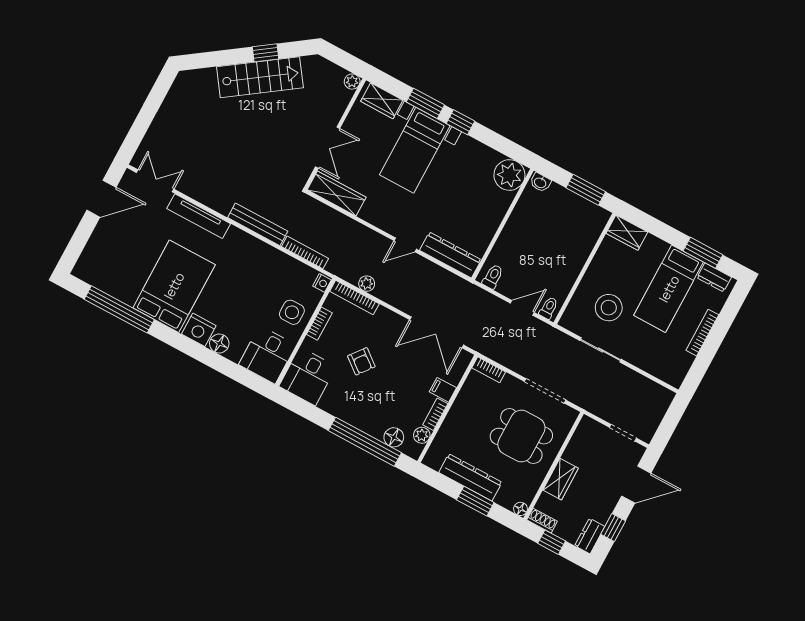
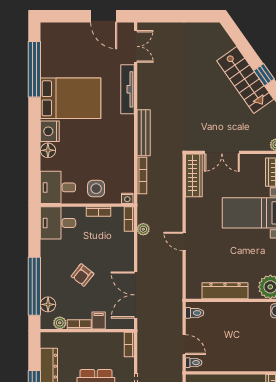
dresser: (450, 255) -> (225, 291), moved, turned -90
bookcase: (354, 298) -> (129, 219), width x0.64
armchair: (361, 361) -> (82, 275), moved

